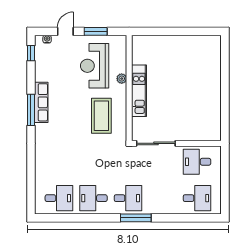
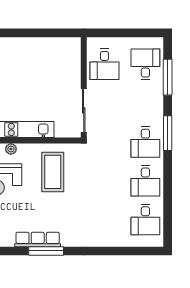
coffee table: (101, 116) -> (53, 172), turned 90
desk: (59, 198) -> (145, 220), turned 180
desk: (128, 198) -> (145, 142), turned 180
window: (186, 218) -> (168, 77), added

